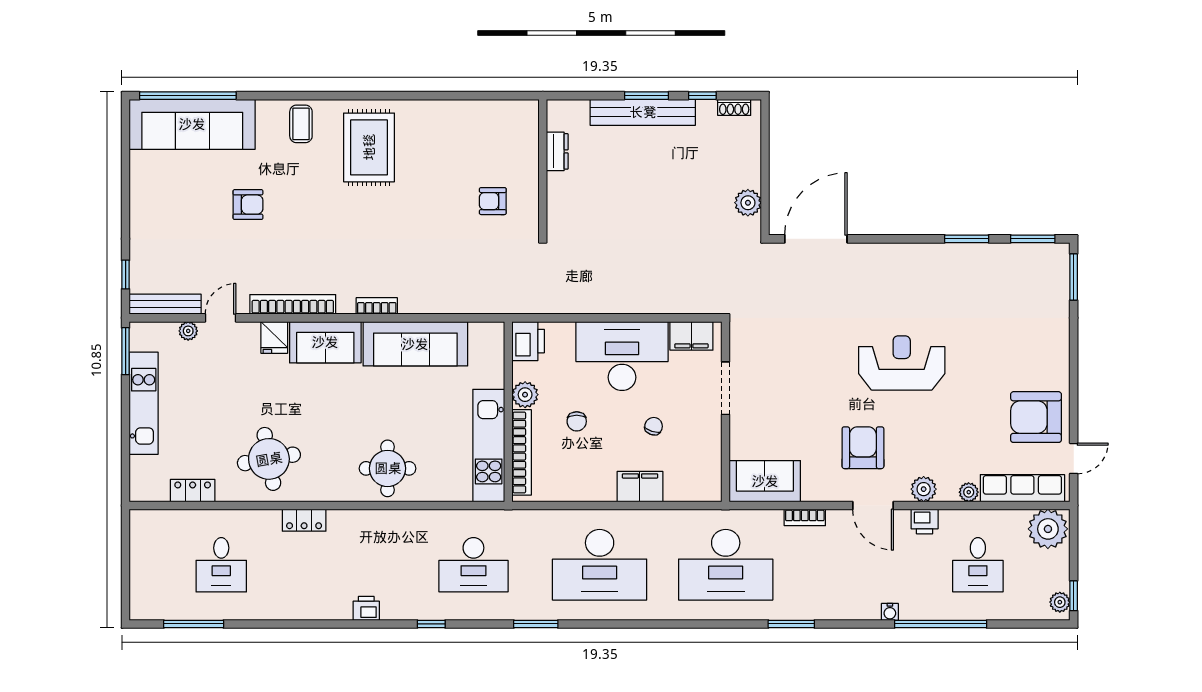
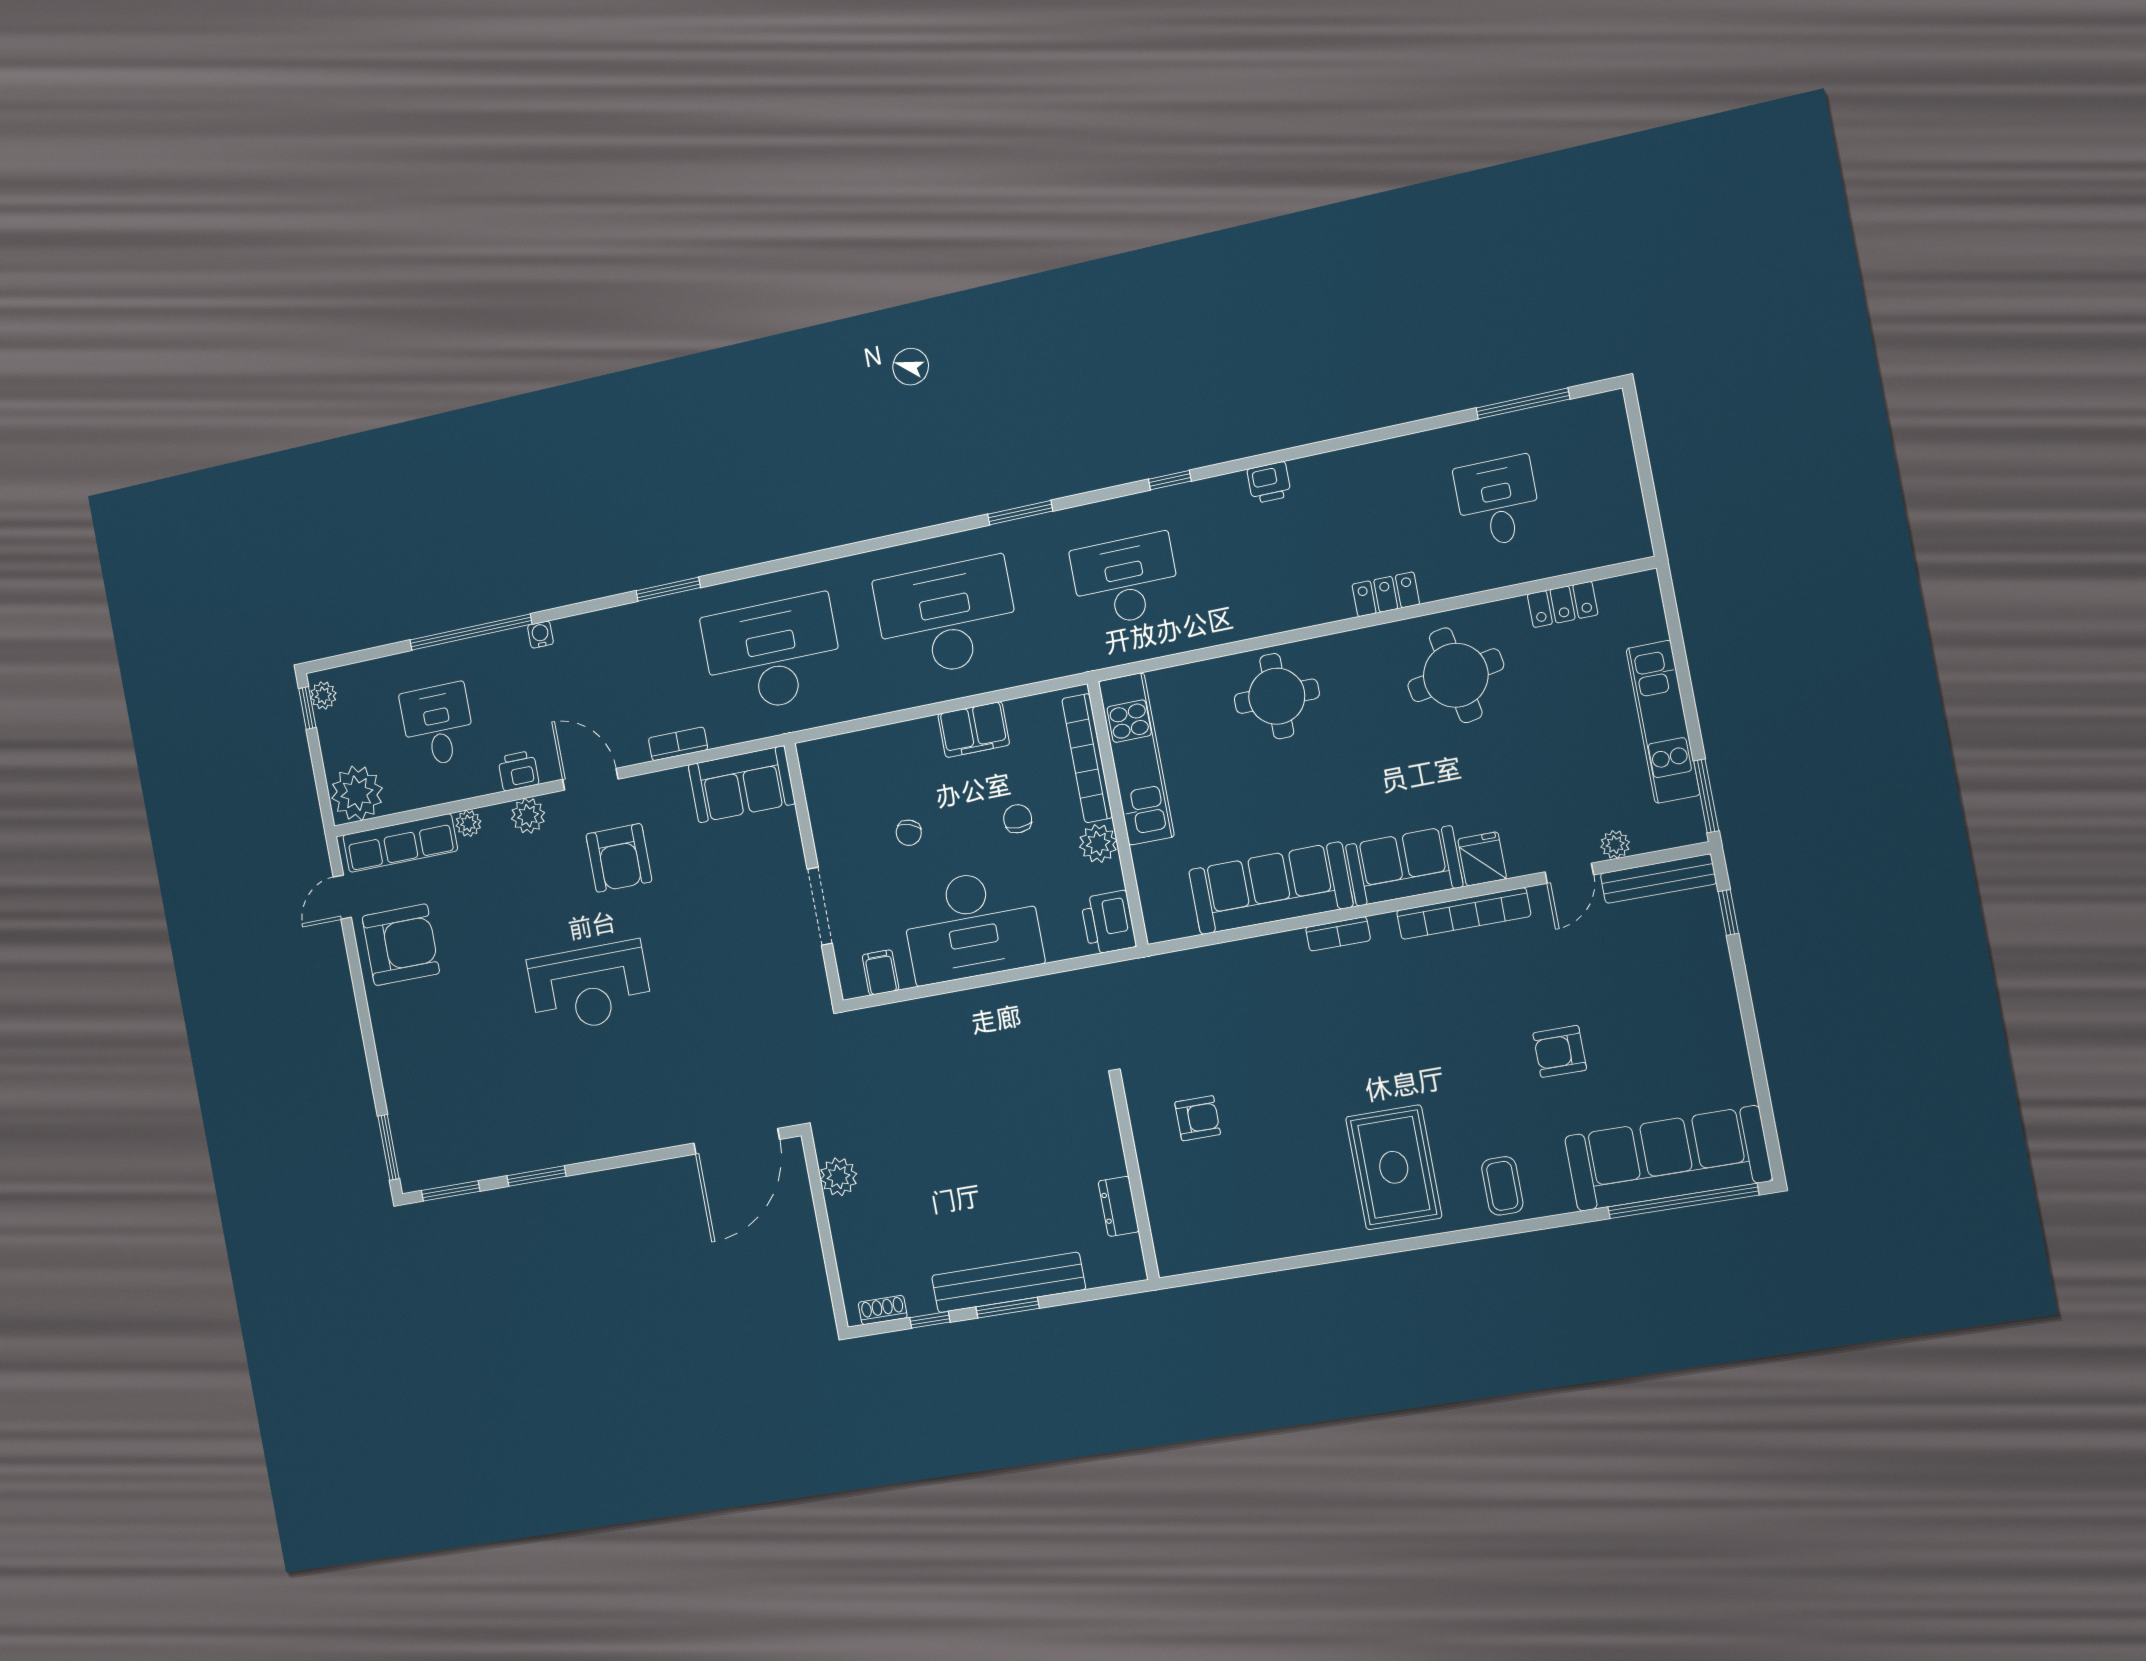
filing cabinet: (691, 336) -> (881, 972), width x0.50
filing cabinet: (640, 487) -> (974, 730), moved

